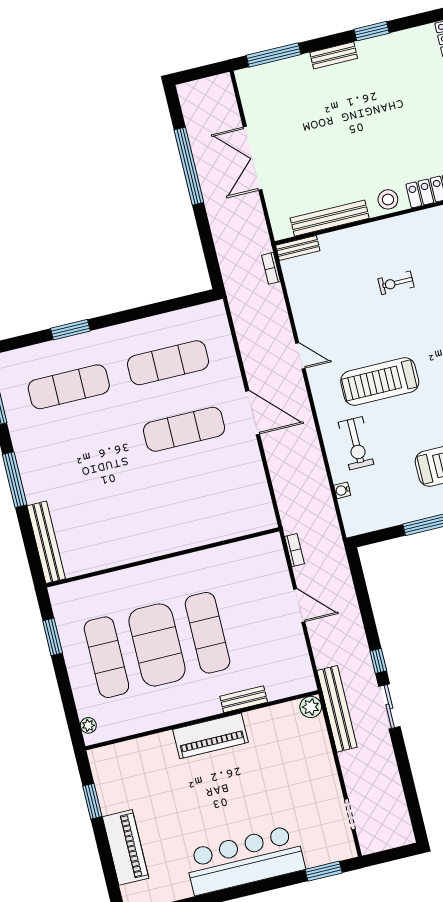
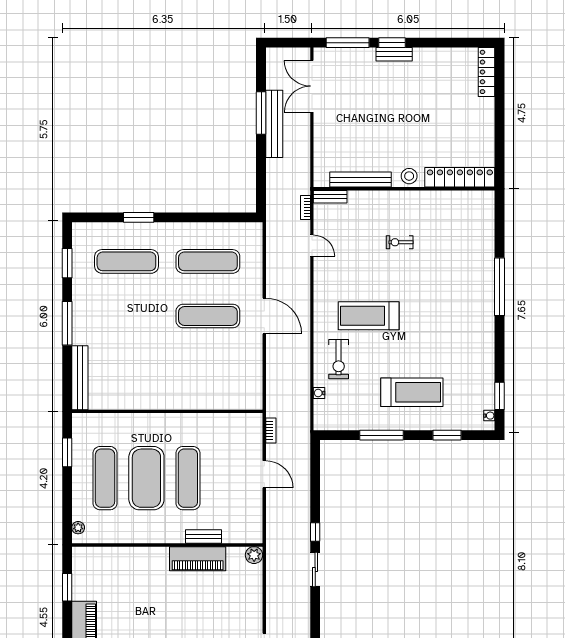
window: (372, 31) -> (392, 43), moved
double door: (253, 158) -> (312, 86), moved
window: (189, 166) -> (261, 113), width x0.68
door: (300, 356) -> (312, 246), moved
bench: (337, 709) -> (274, 124), moved
piano: (210, 736) -> (198, 559), moved

